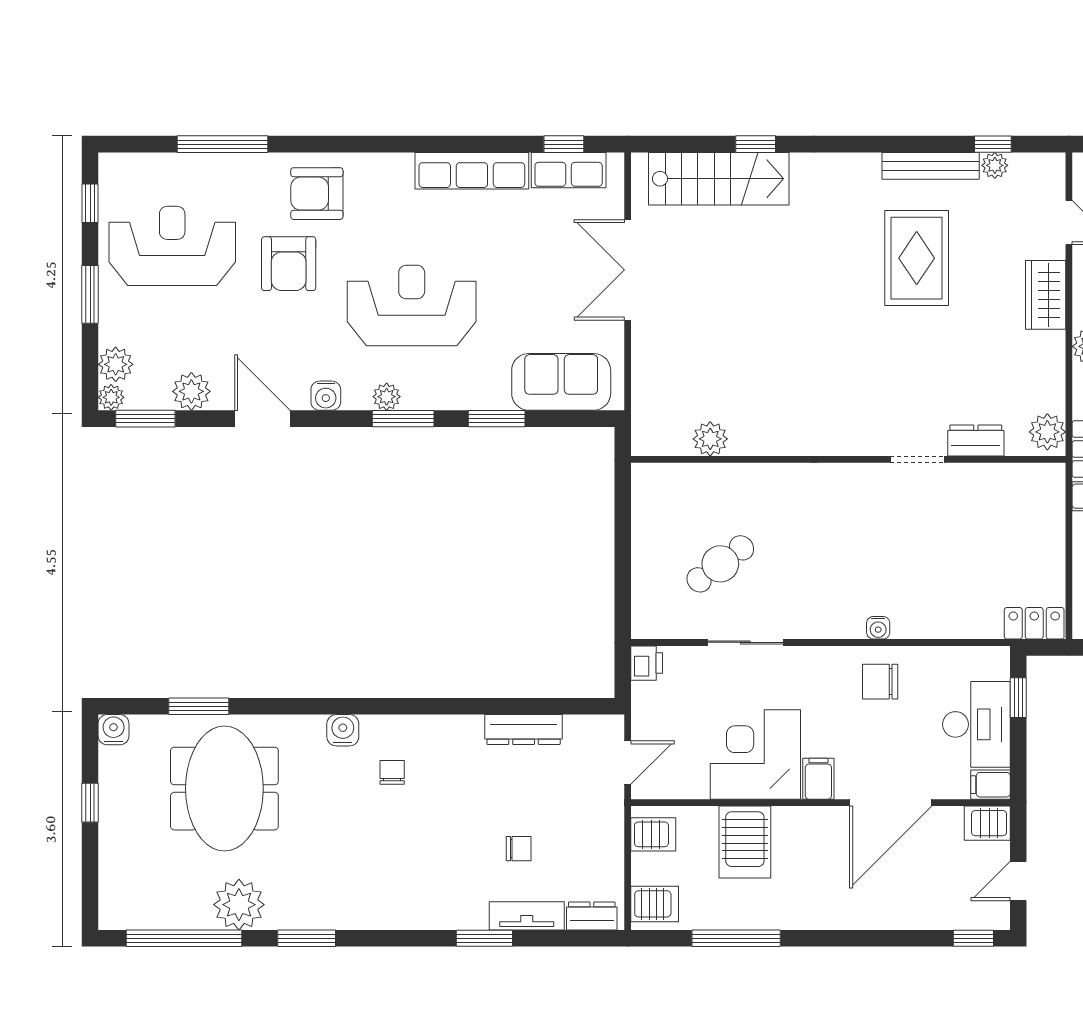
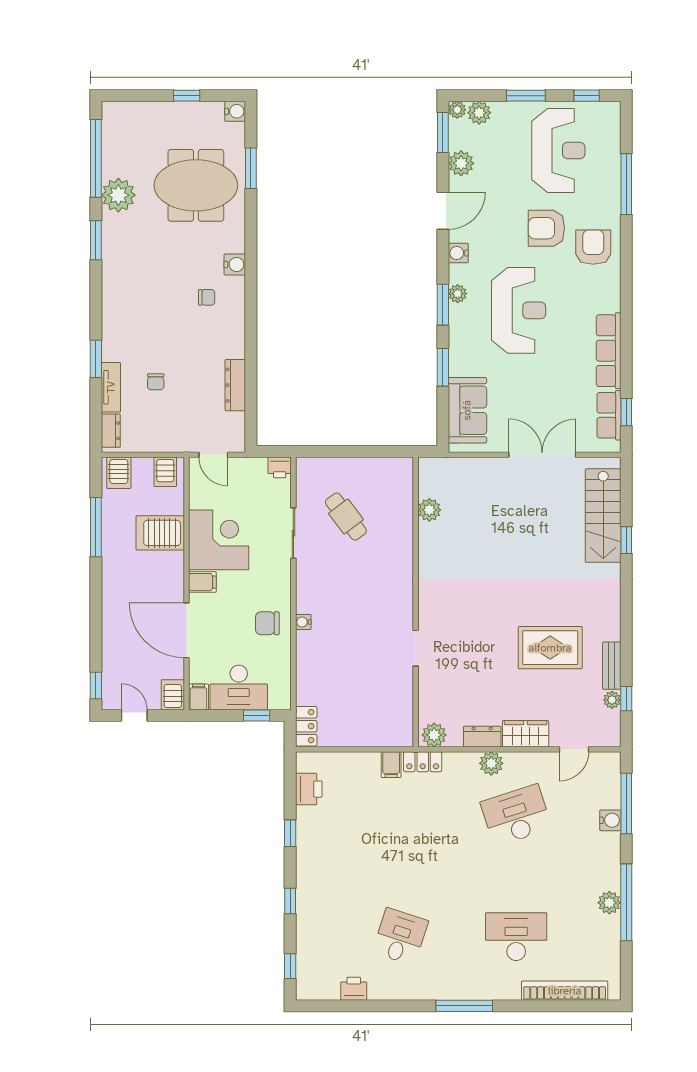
bench: (931, 166) -> (612, 666), width x0.73
dresser: (976, 440) -> (482, 737), moved, turned -90
chair: (880, 682) -> (267, 623), turned -90

